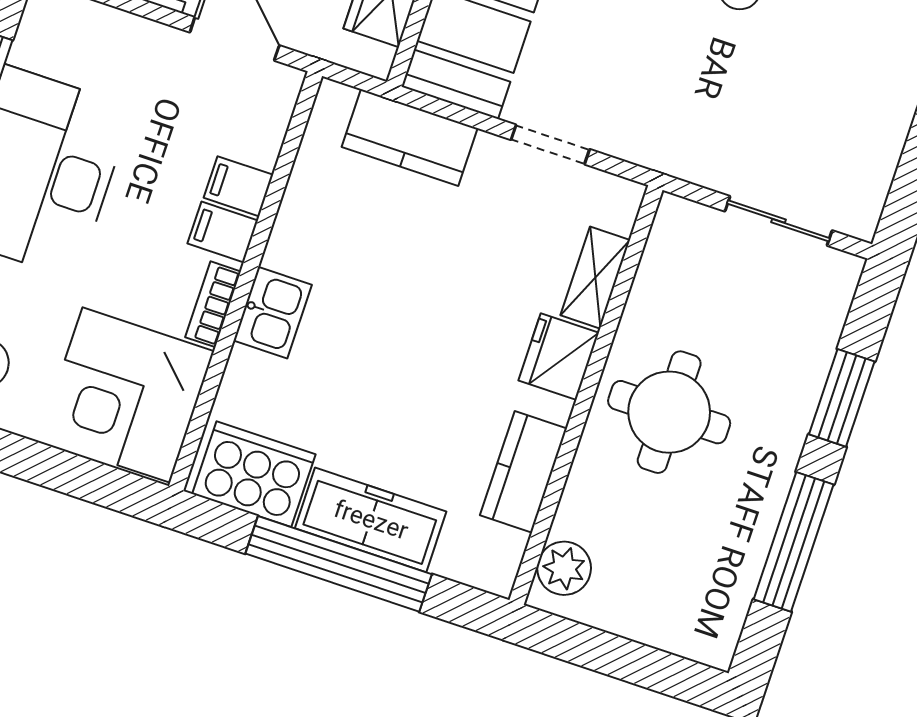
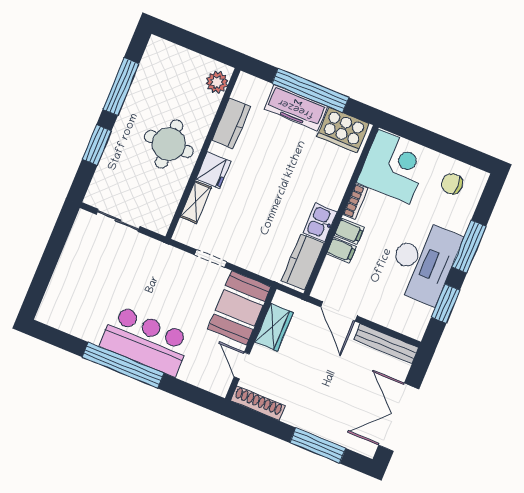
kitchen counter: (410, 138) -> (303, 262), moved, turned -90
kitchen sink: (273, 313) -> (320, 222), moved

